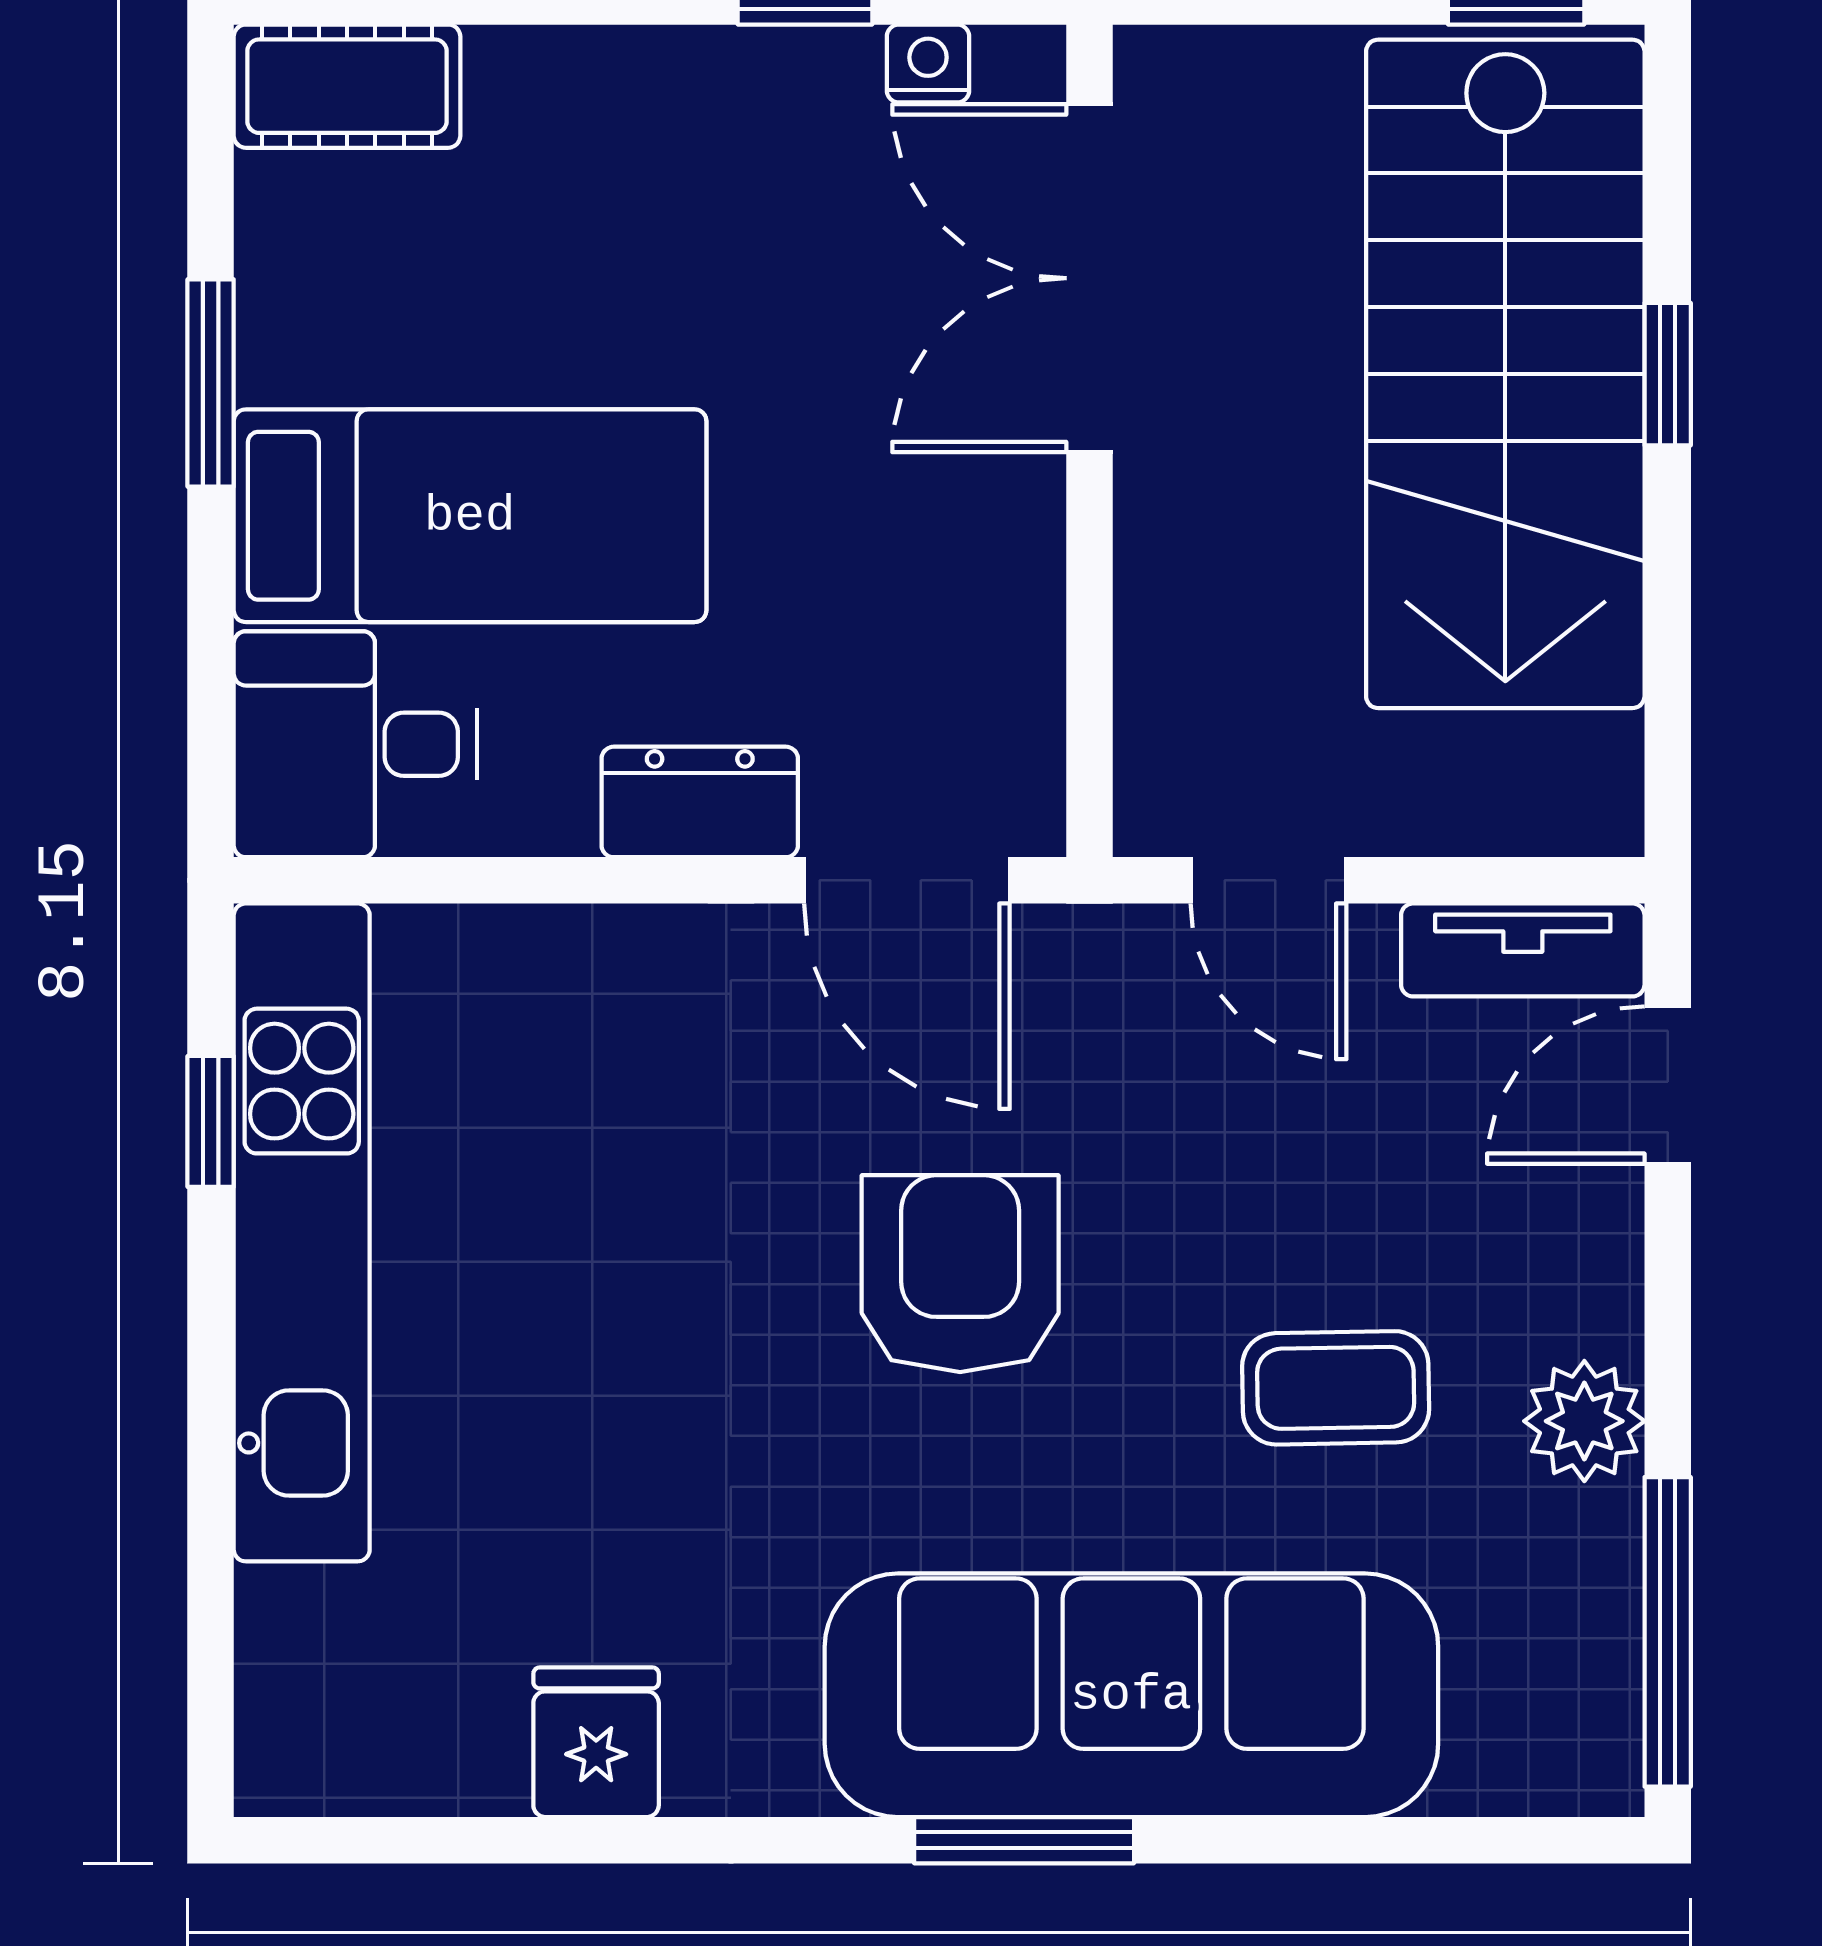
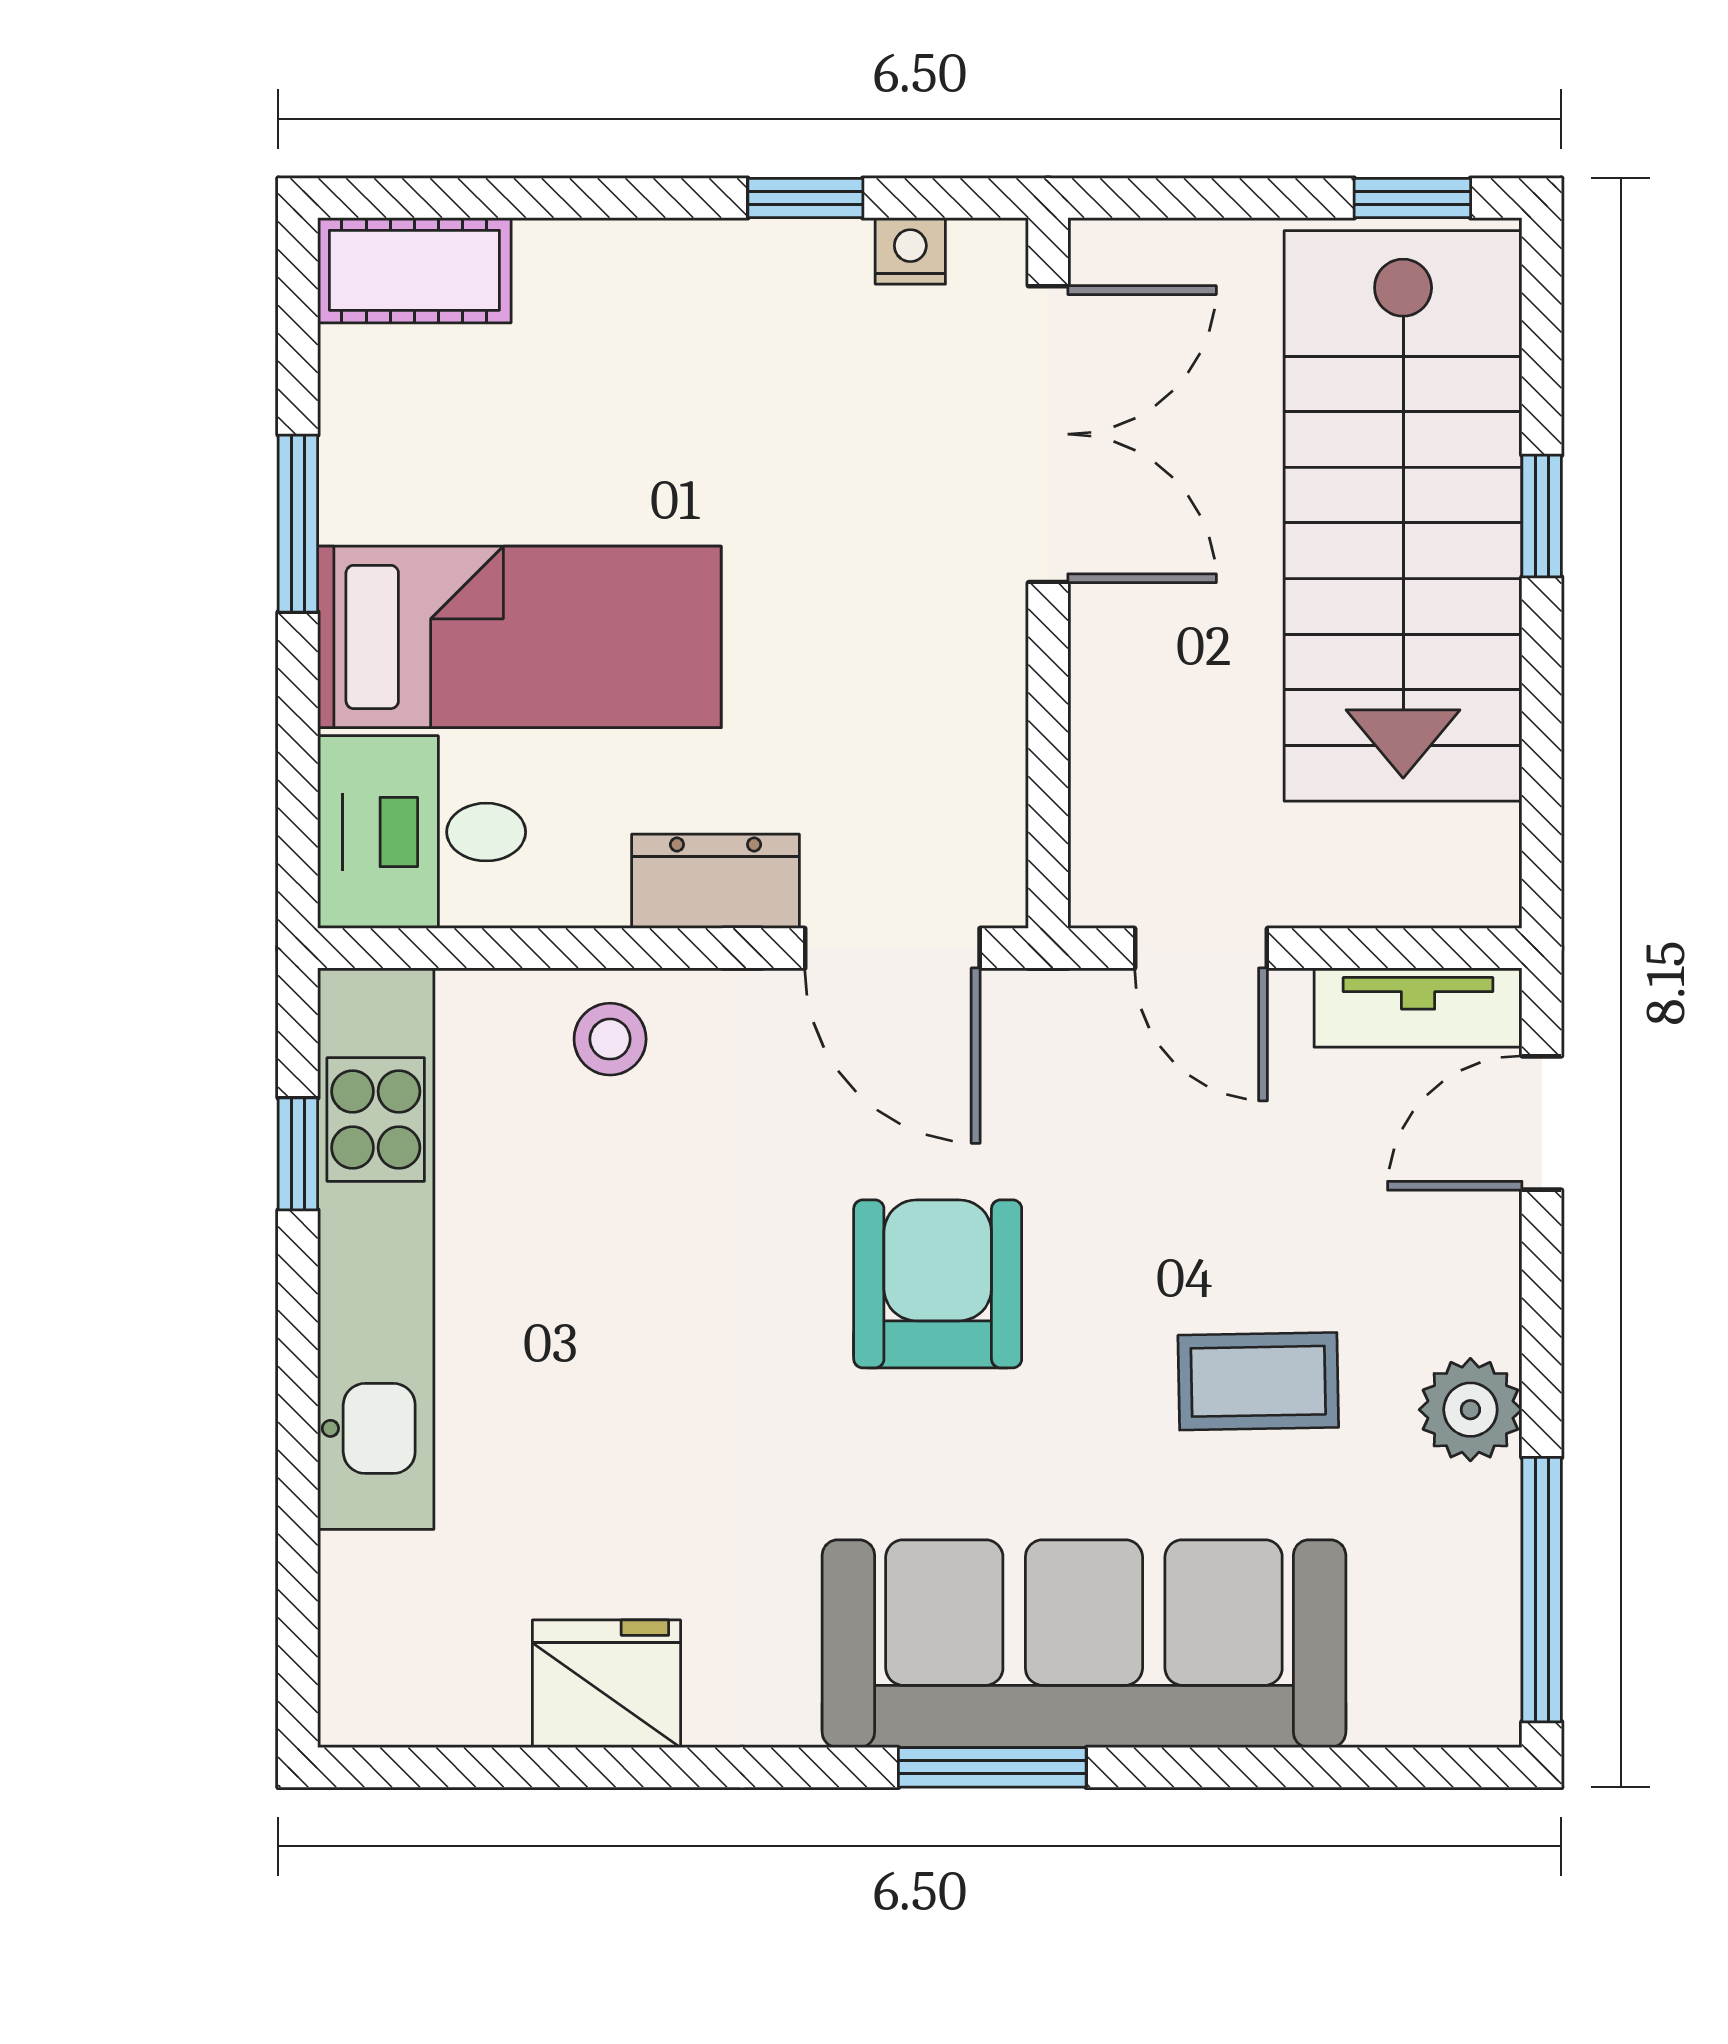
double door: (1089, 278) -> (1048, 434), swing flipped
stool: (576, 987) -> (610, 1039), added
fridge: (596, 1742) -> (606, 1684), width x1.38

